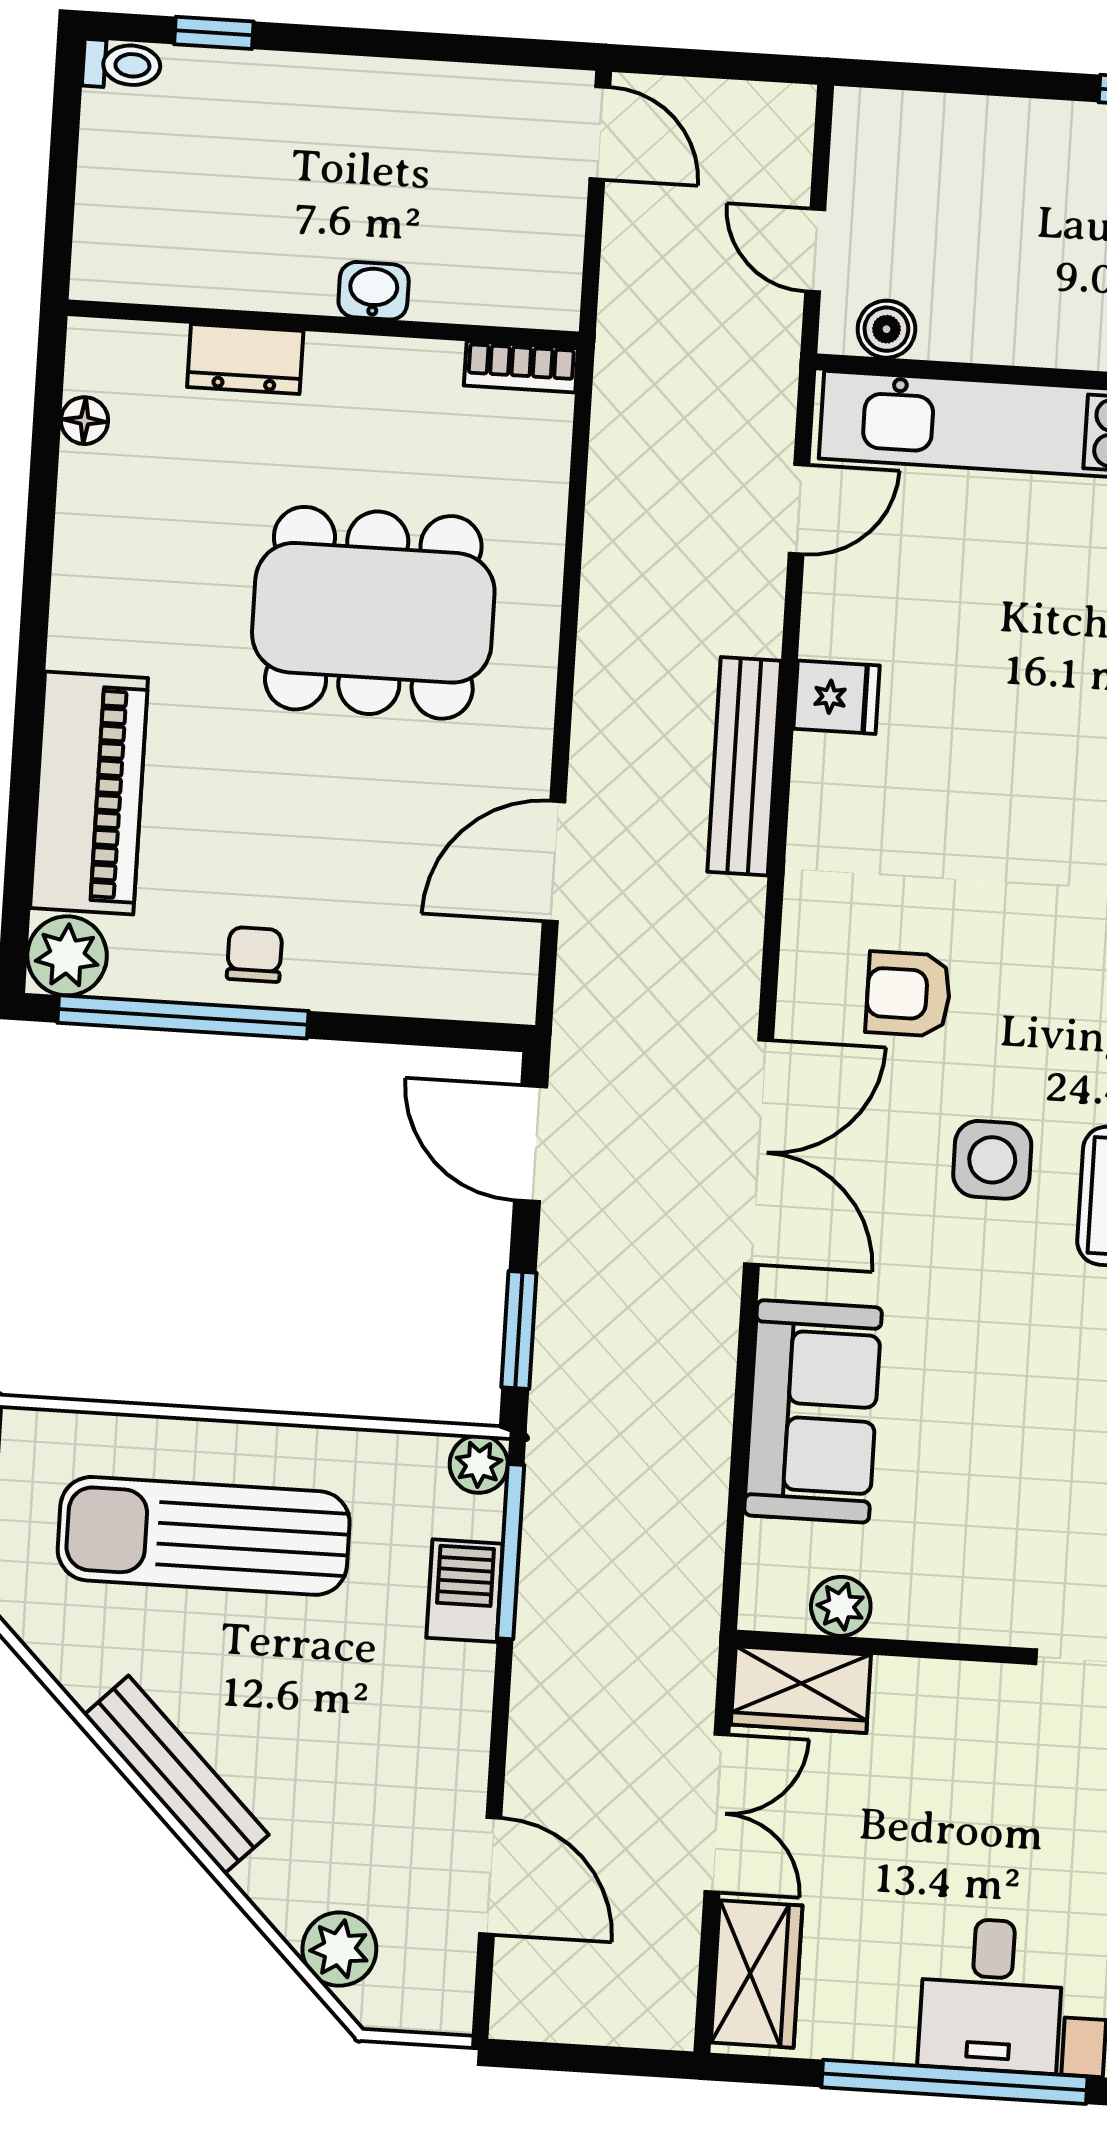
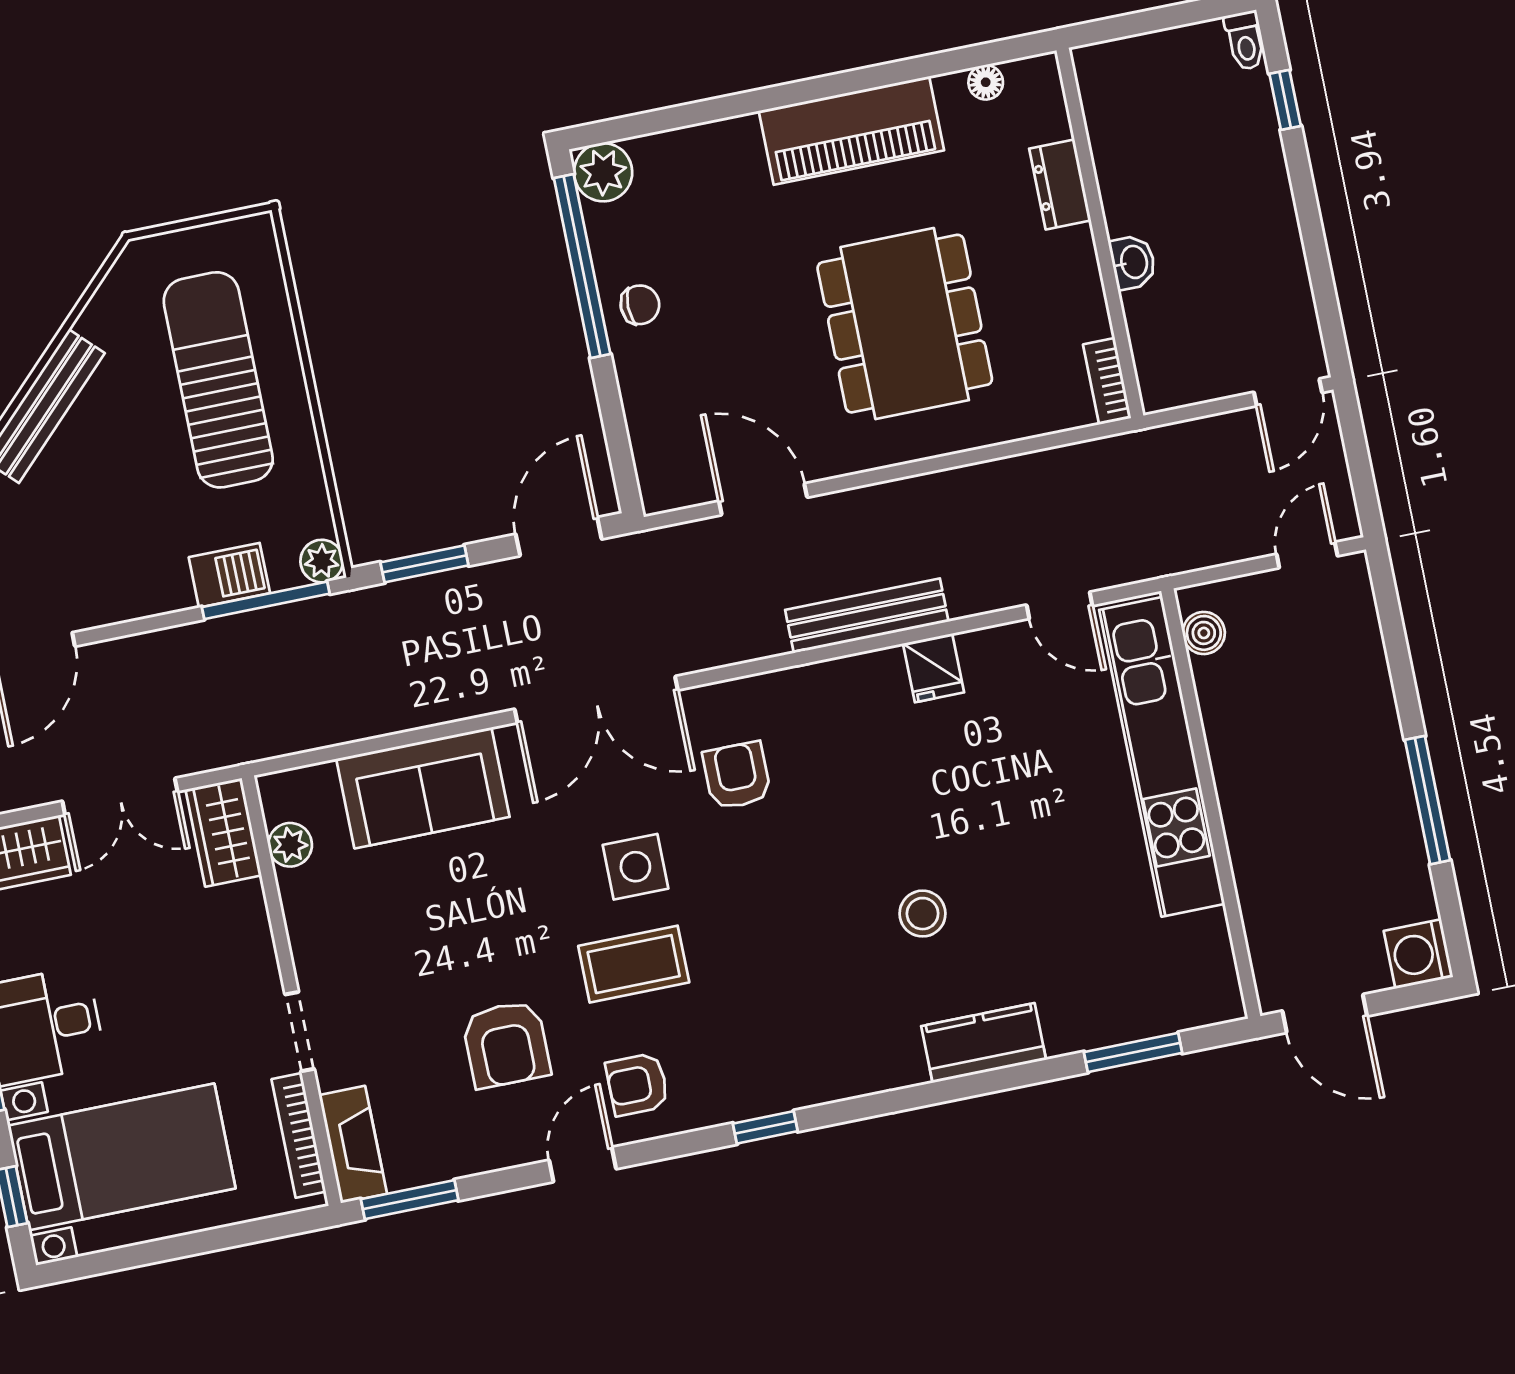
door: (815, 251) -> (1307, 555), moved
piano: (89, 793) -> (851, 131), moved

